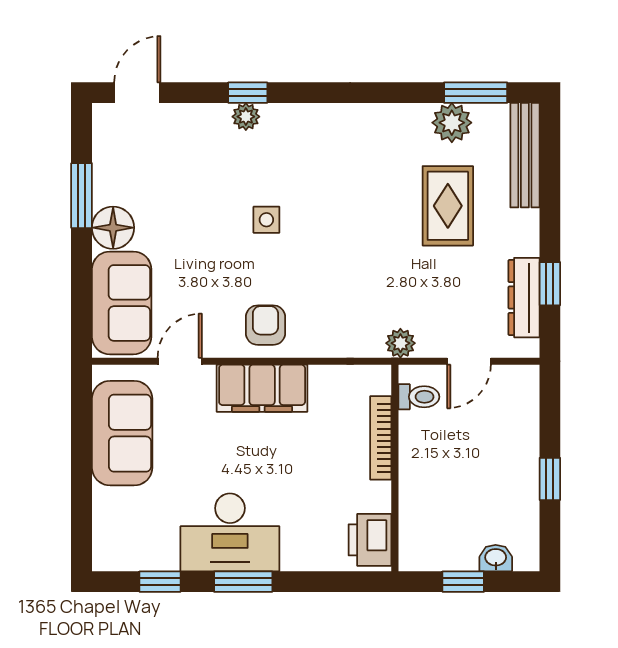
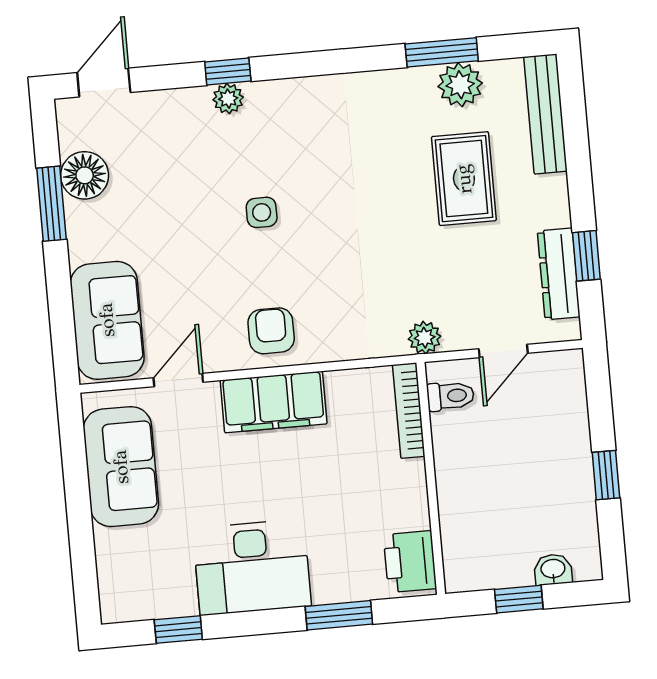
window: (476, 93) -> (442, 52), moved
floor lamp: (113, 228) -> (85, 175), moved
bookcase: (381, 438) -> (409, 411), moved
window: (243, 582) -> (339, 615), moved

